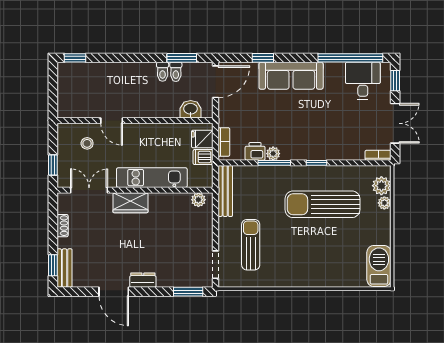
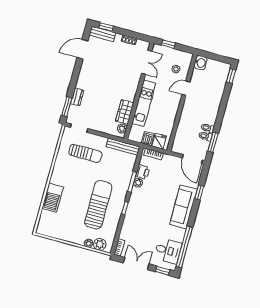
washbasin: (191, 109) -> (200, 63), moved
double door: (395, 123) -> (136, 263), swing flipped
wardrobe: (130, 203) -> (125, 112), moved
barbecue: (379, 266) -> (53, 197), moved, turned 90
dresser: (143, 280) -> (77, 97), moved
door: (114, 292) -> (83, 49), moved

